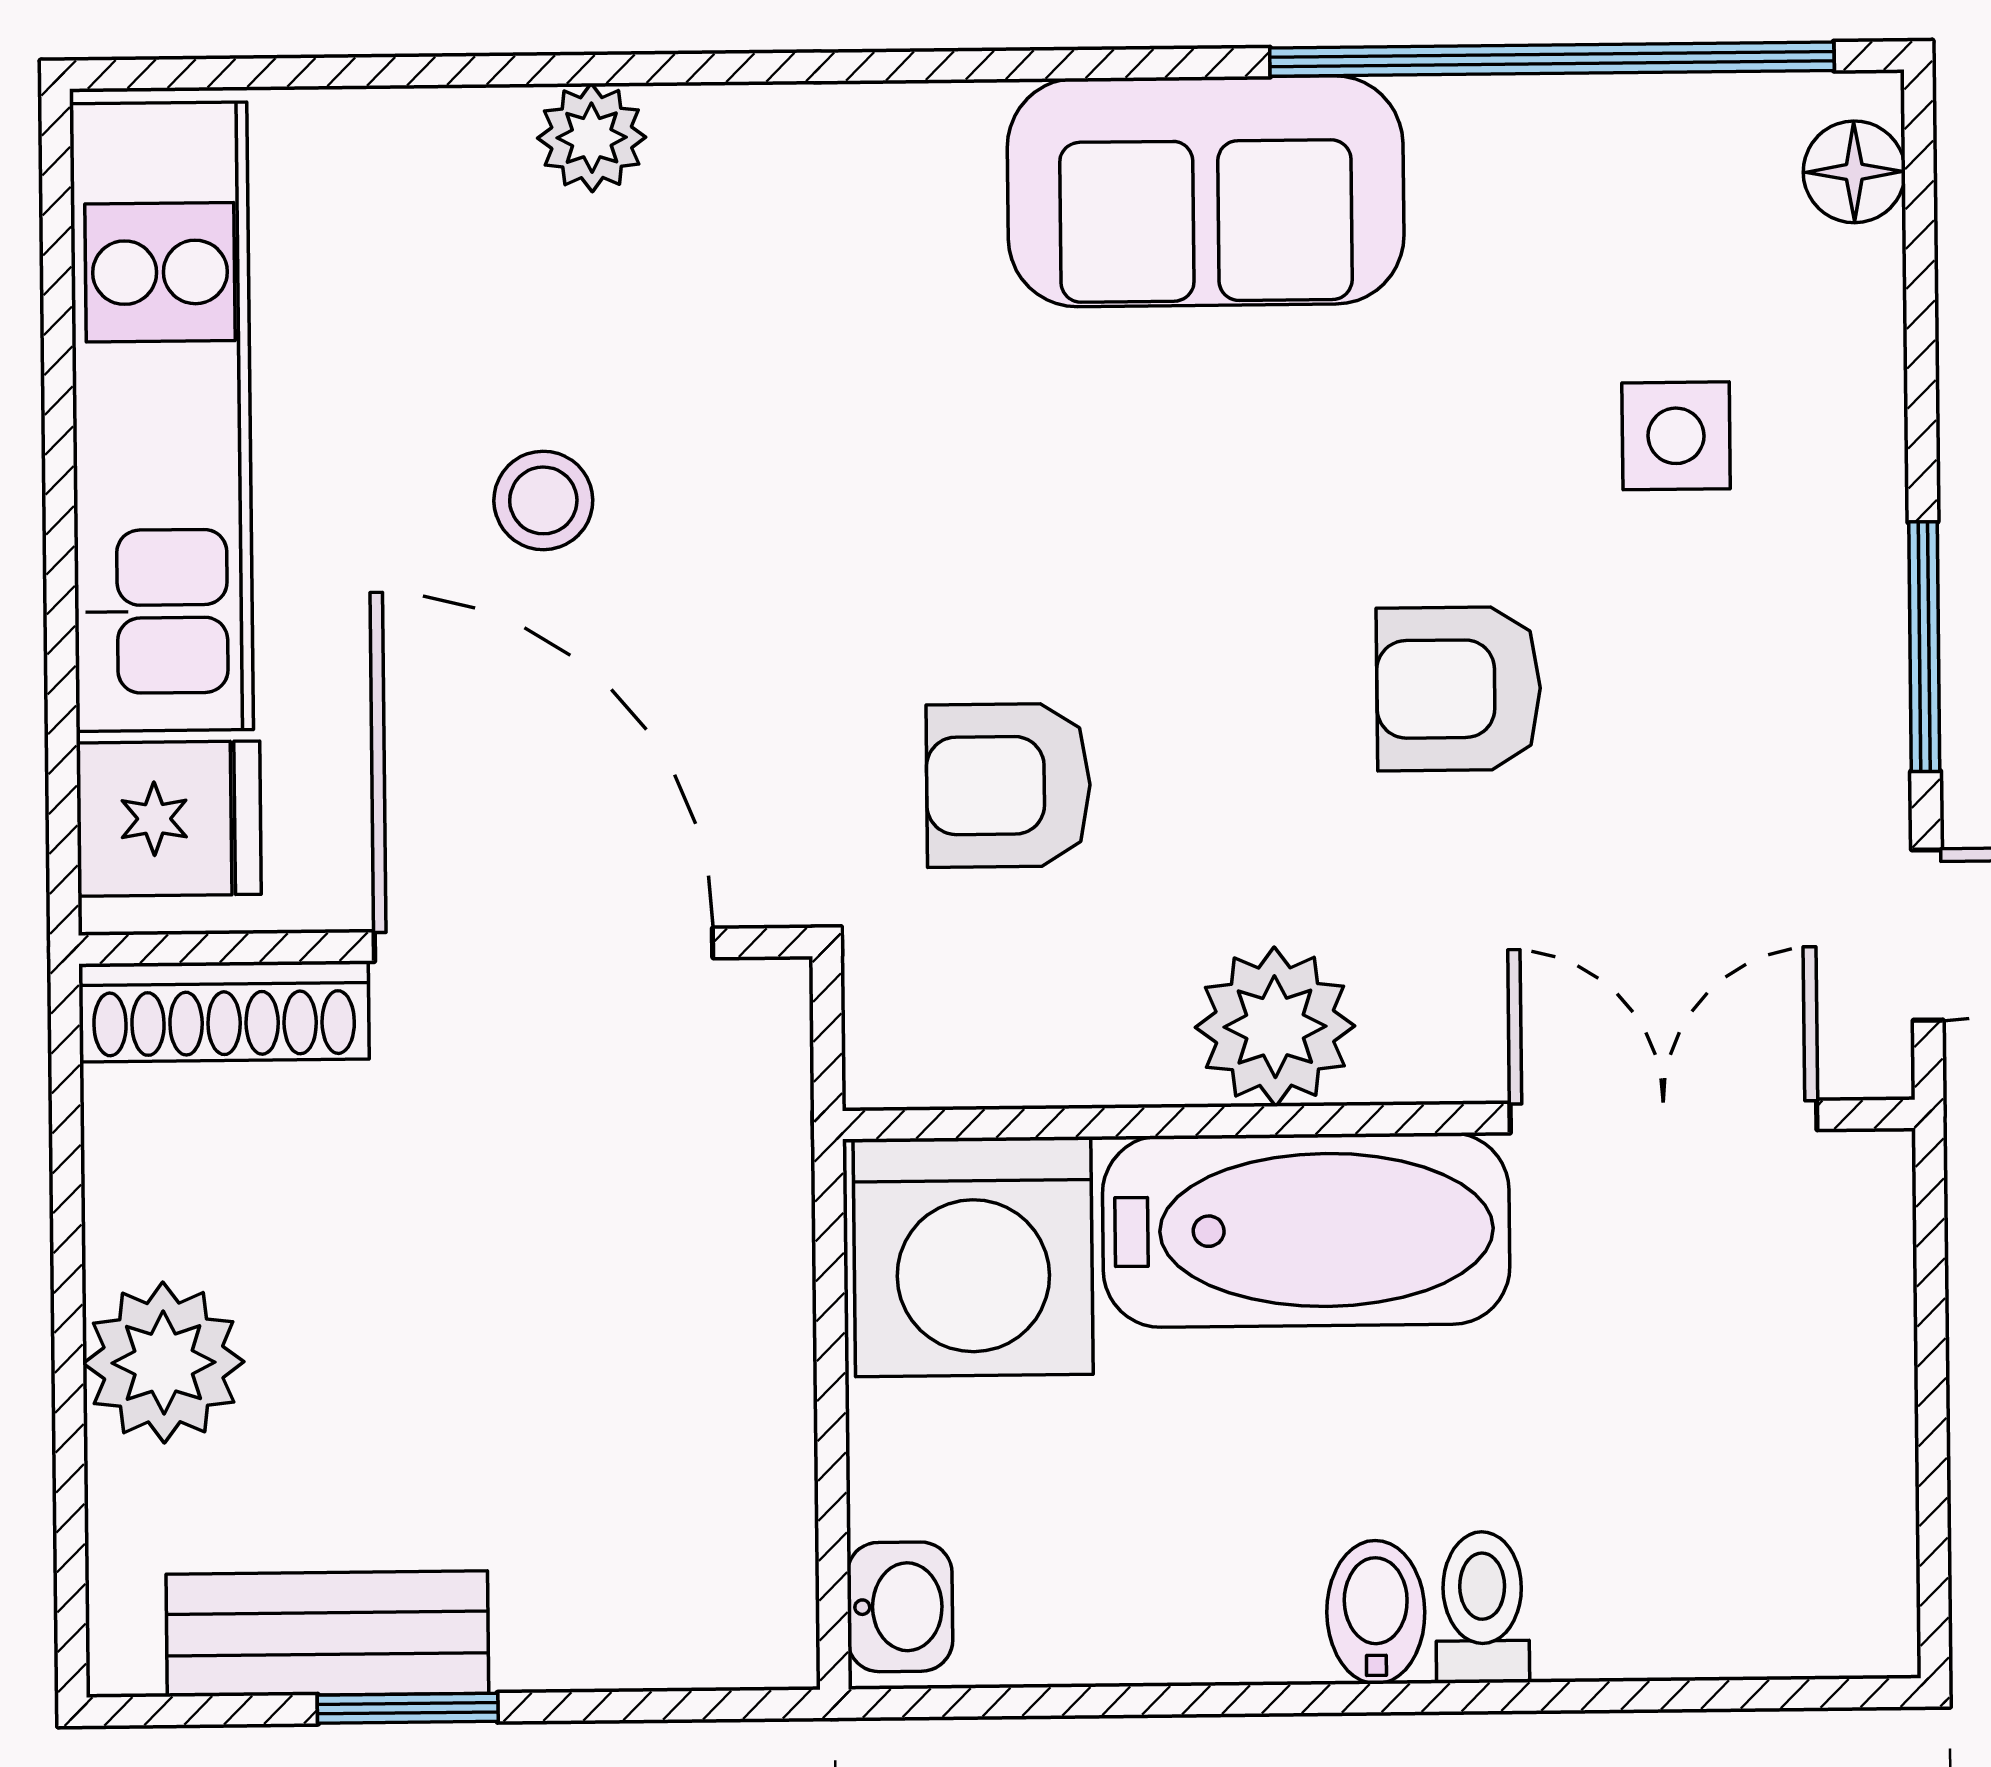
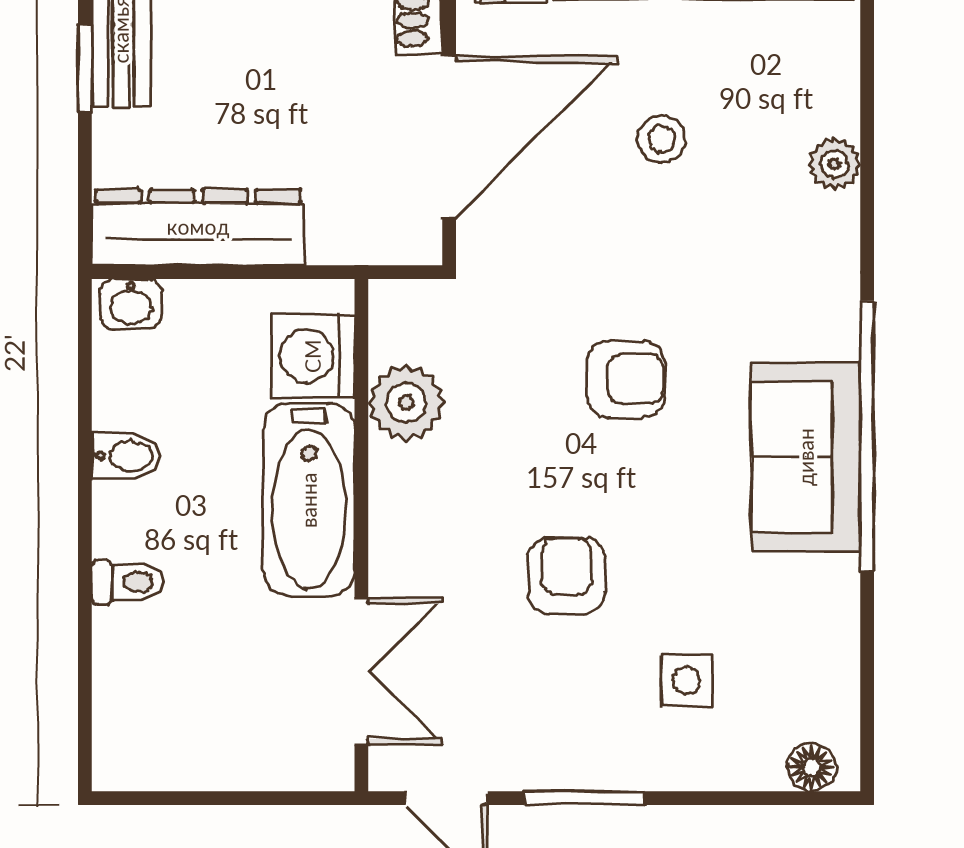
window: (1552, 59) -> (867, 436), moved
armchair: (1008, 785) -> (626, 379), moved, turned 90
plant: (1275, 1027) -> (406, 403), moved
washing machine: (973, 1257) -> (313, 356), width x0.73, depth x0.73
dresser: (738, 1467) -> (198, 227), added
bidet: (1376, 1612) -> (126, 456), moved

